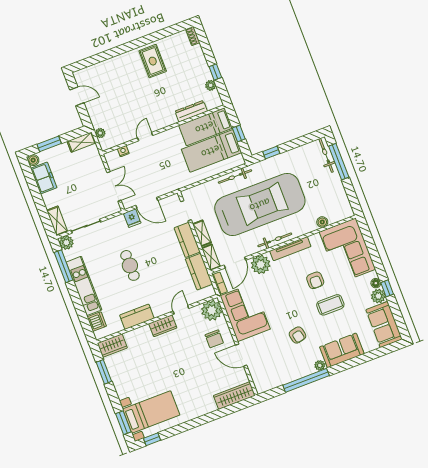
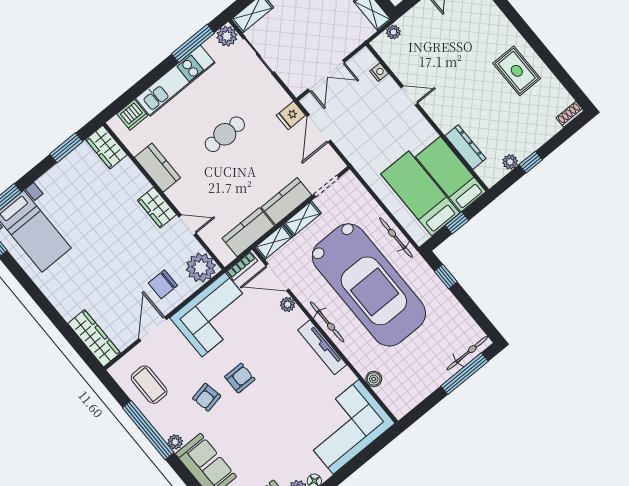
rug: (153, 61) -> (517, 71), turned 90
plant: (261, 264) -> (288, 304), width x0.53, depth x0.53
armchair: (315, 280) -> (240, 378), moved, turned 180
coffee table: (330, 305) -> (149, 385), moved

